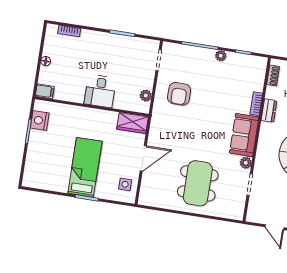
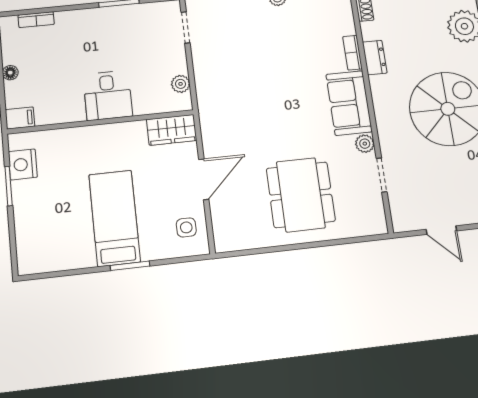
armchair: (179, 94) -> (231, 68), removed

